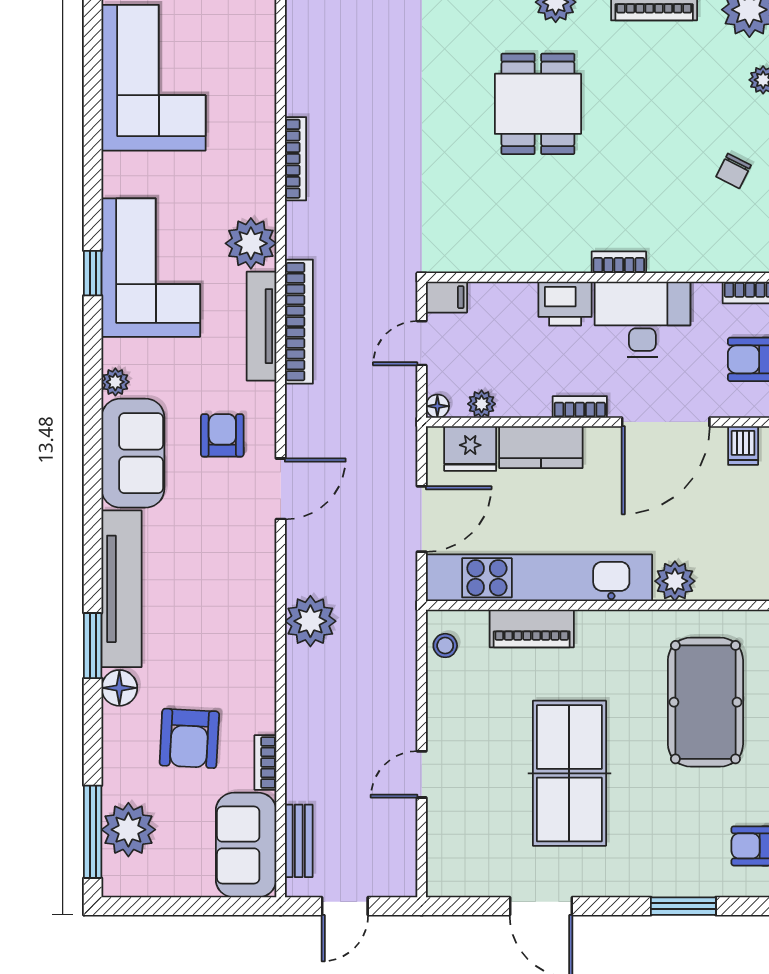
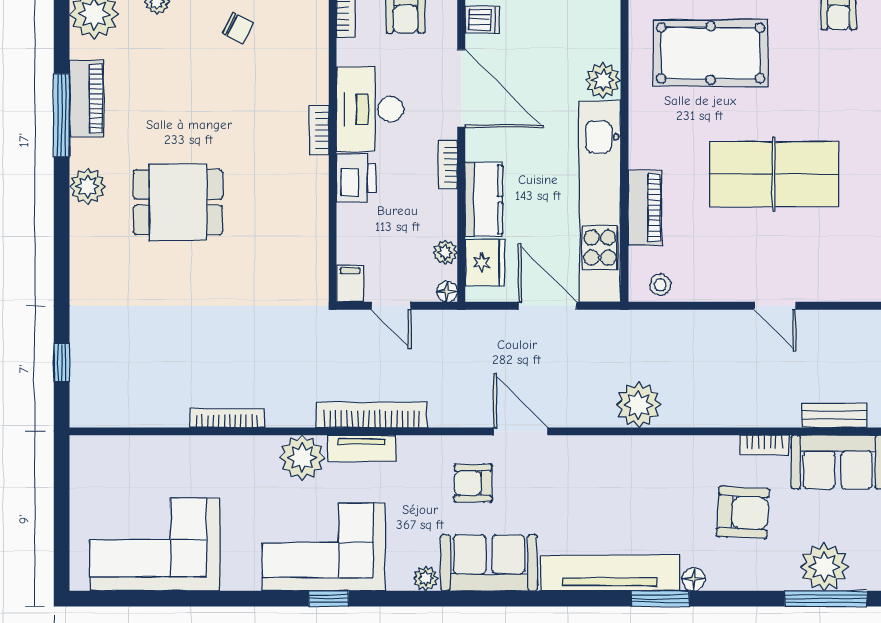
tv unit: (262, 326) -> (362, 448), width x0.71
floor lamp: (119, 688) -> (694, 579), width x0.73, depth x0.73

